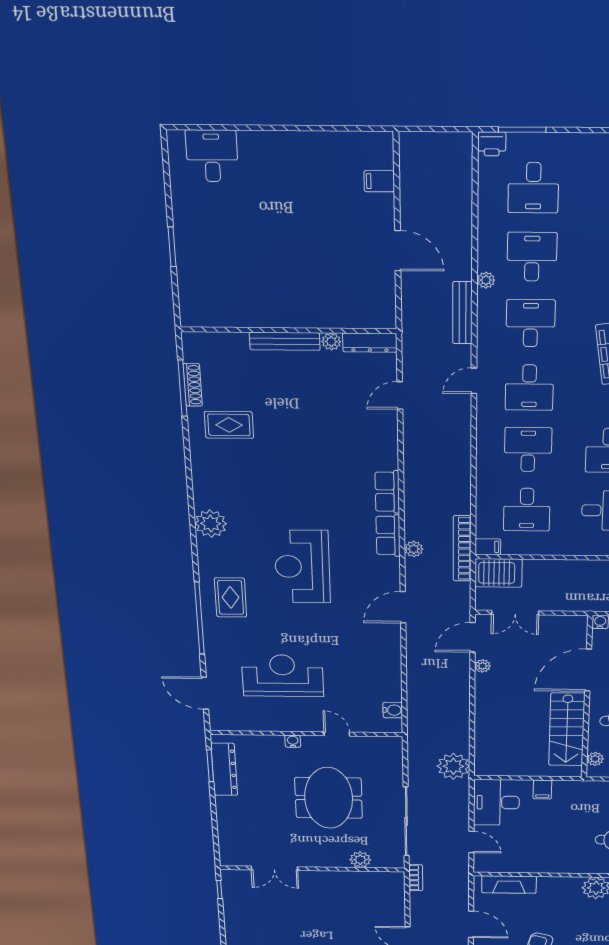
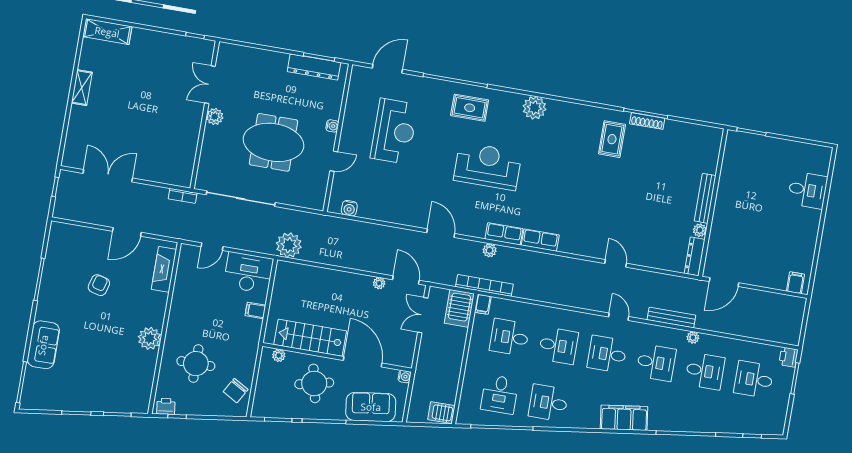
desk: (212, 156) -> (807, 190), moved
filing cabinet: (379, 181) -> (796, 283), moved
wall: (288, 330) -> (713, 203), moved
bench: (285, 341) -> (705, 198), moved
plant: (331, 342) -> (700, 230), moved
dresser: (370, 343) -> (695, 256), moved
plant: (360, 860) -> (215, 117), moved

